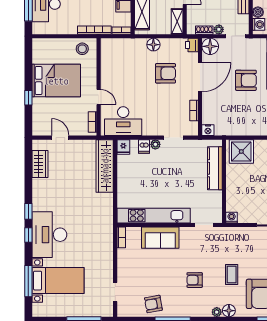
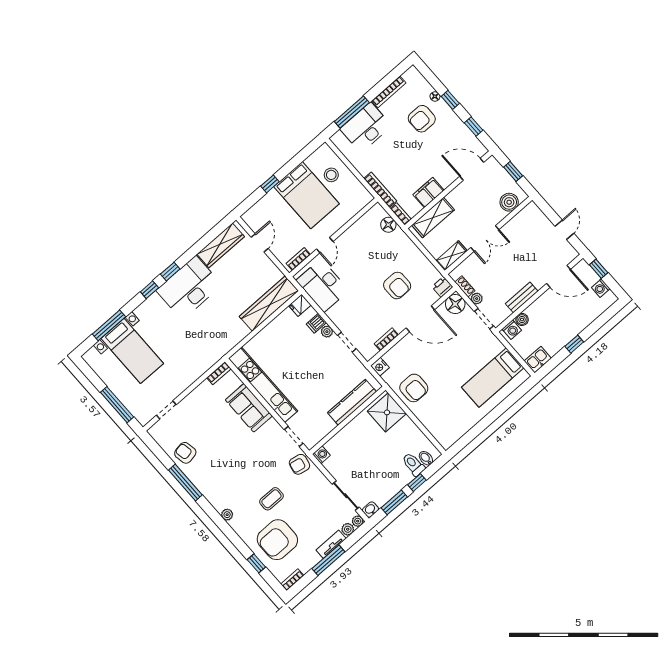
floor lamp: (153, 45) -> (388, 225), moved
stool: (82, 49) -> (331, 175), moved
armchair: (246, 80) -> (414, 388), moved
wardrobe: (40, 164) -> (221, 245), width x1.50
desk: (49, 235) -> (189, 288), moved
armchair: (195, 280) -> (299, 464), moved, turned -79
floor lamp: (229, 311) -> (238, 524), removed

